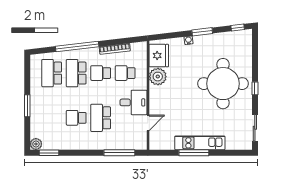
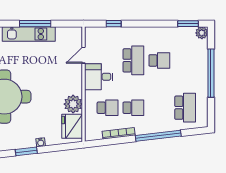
school desk: (76, 73) -> (159, 108), removed
window: (27, 106) -> (211, 73), width x2.11
window: (119, 153) -> (114, 24), width x0.46

